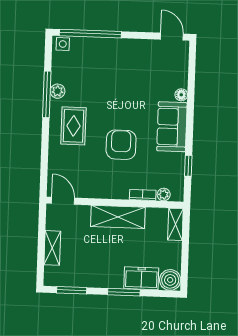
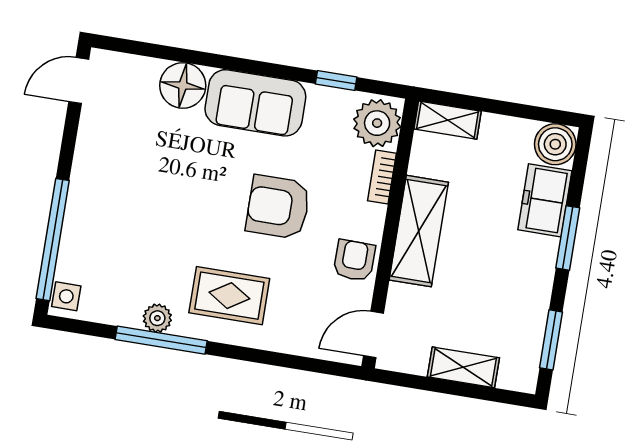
floor lamp: (181, 95) -> (183, 85), width x1.89, depth x1.89
armchair: (99, 186) -> (354, 260), added
plant: (164, 195) -> (377, 123), width x1.88, depth x1.88

